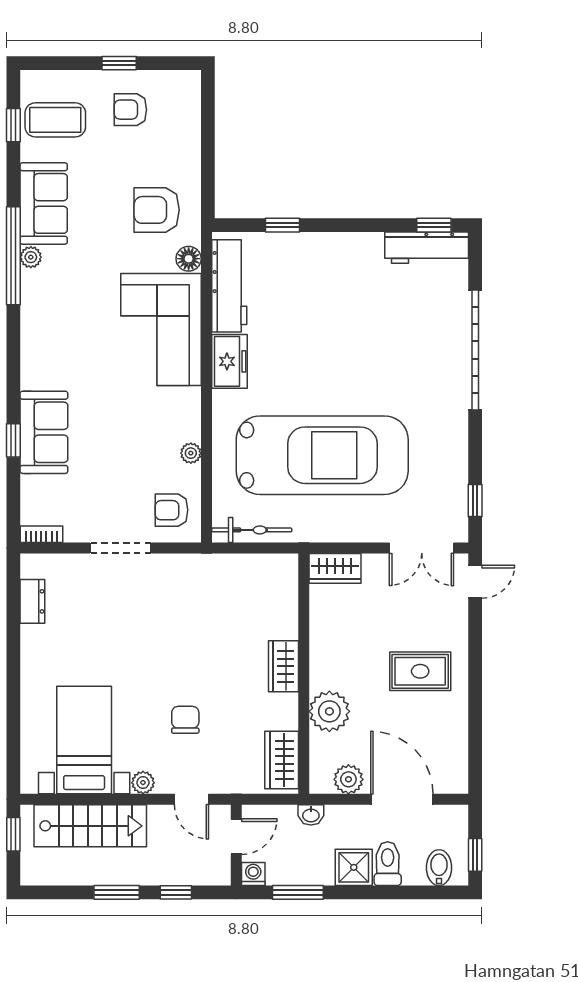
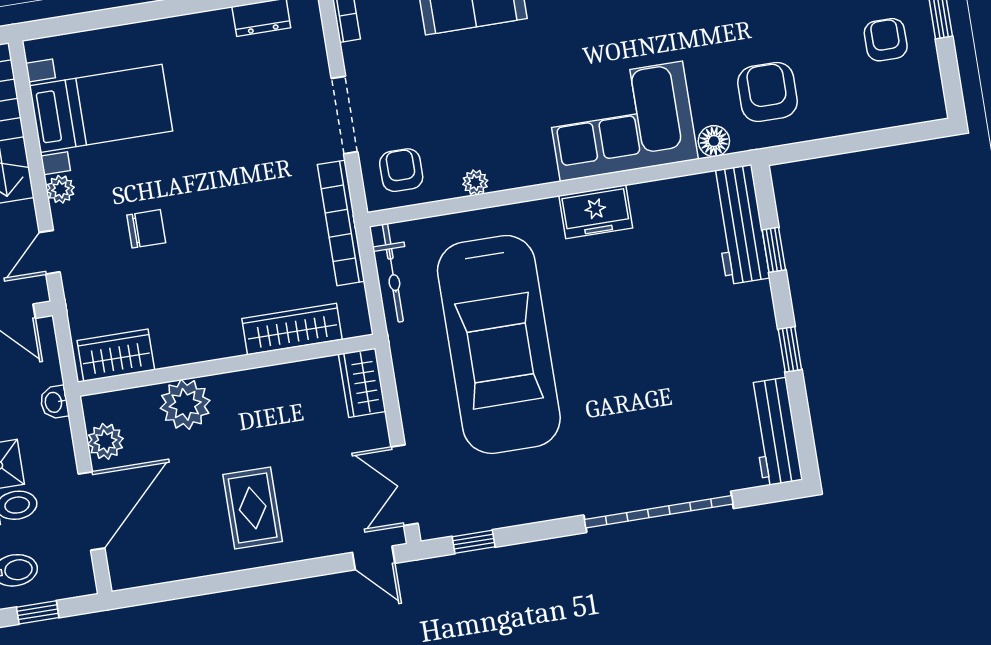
window: (434, 225) -> (790, 349), moved
workbench: (229, 286) -> (739, 225), moved, turned 90
bookcase: (206, 565) -> (341, 223), added
wardrobe: (283, 666) -> (292, 329), moved, width x1.50

